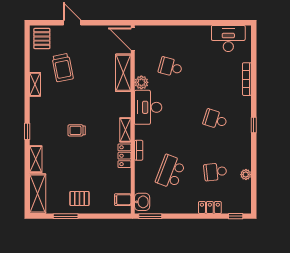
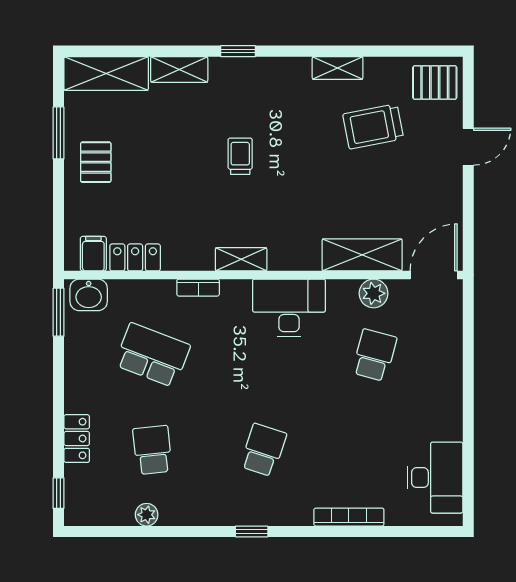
plant: (141, 82) -> (374, 293), moved
locker: (124, 156) -> (135, 257), moved

